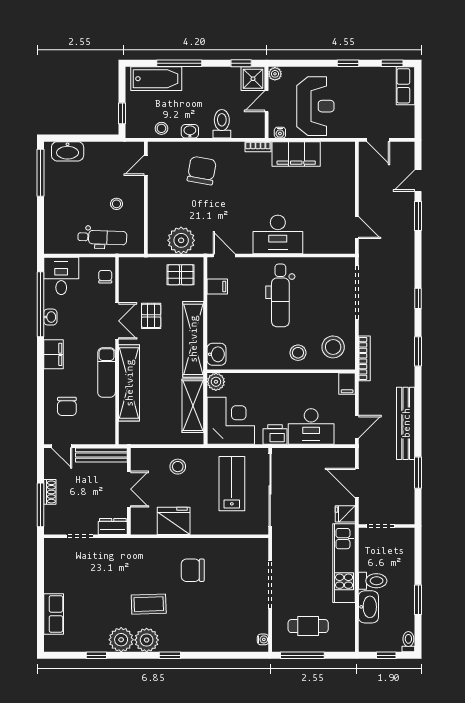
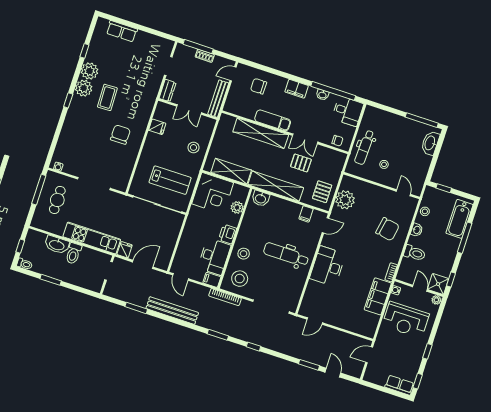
plant: (216, 382) -> (237, 207), moved
desk: (311, 426) -> (214, 257), moved, turned 180
printer: (275, 434) -> (228, 234), moved, turned 180
fridge: (174, 521) -> (157, 127), width x0.53, depth x0.75

